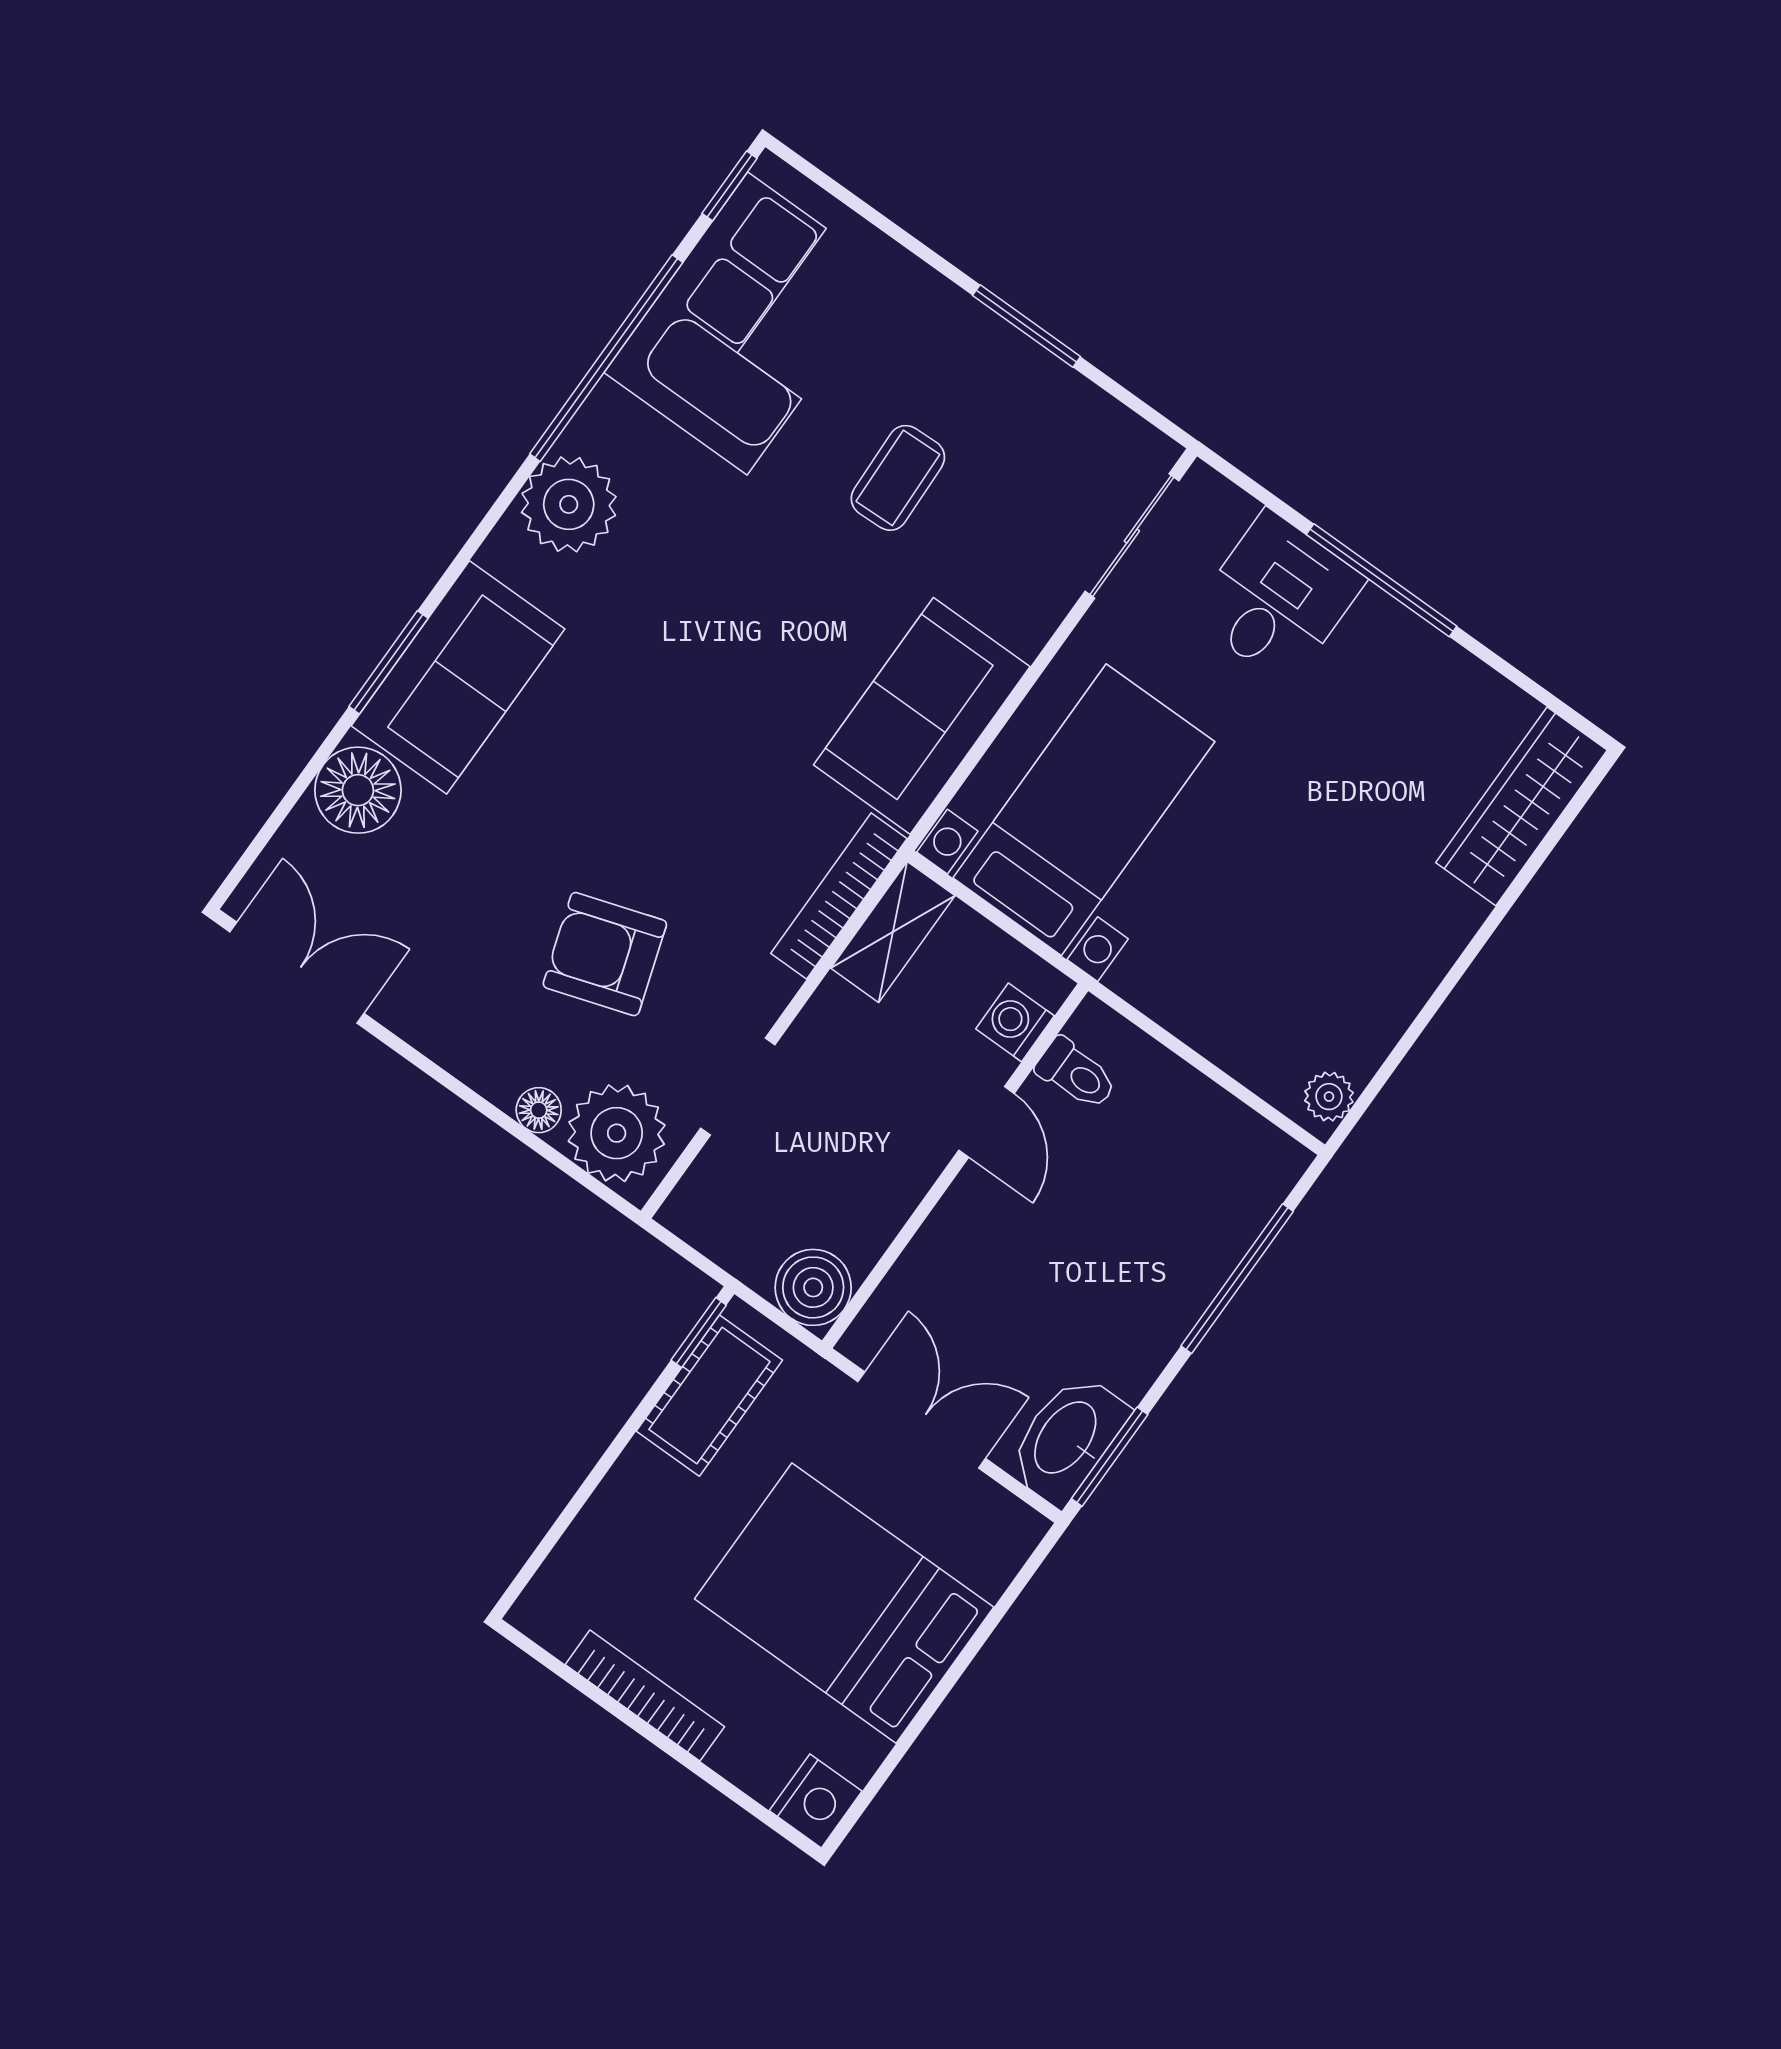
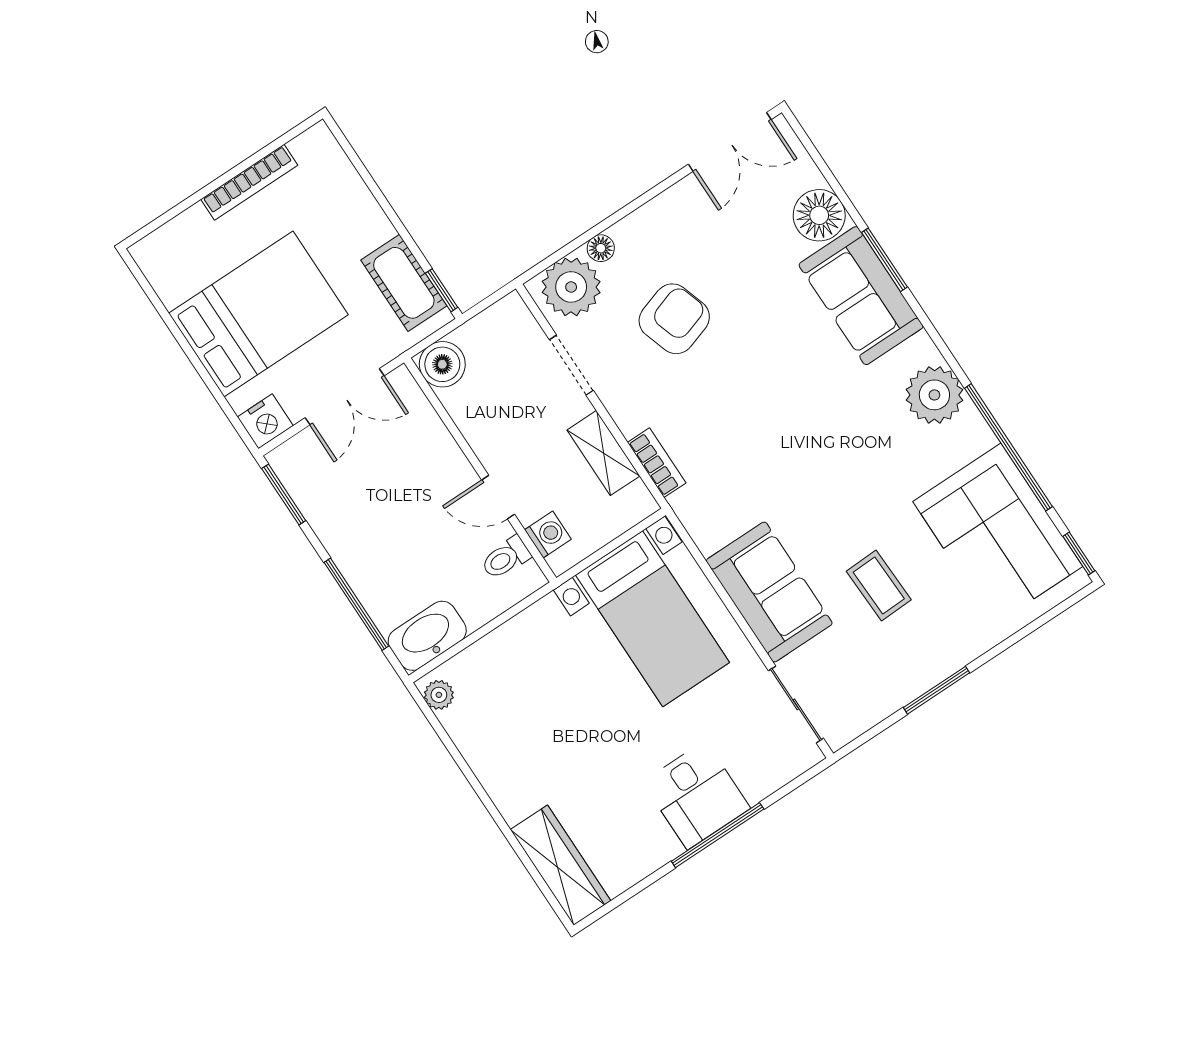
desk: (1277, 598) -> (696, 795), moved
sofa: (922, 716) -> (769, 592), moved
bookcase: (839, 896) -> (657, 463), width x0.64
shelving: (893, 932) -> (603, 453), moved
washbasin: (1067, 1439) -> (427, 636), moved, turned -90
nightstand: (816, 1801) -> (265, 421), moved, turned -90

